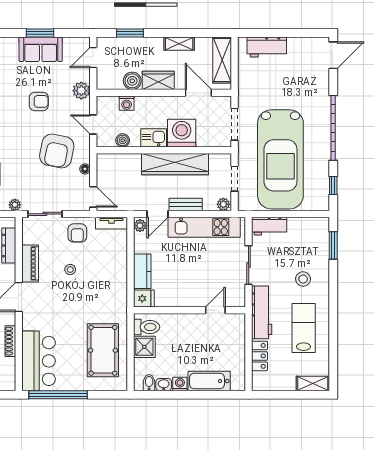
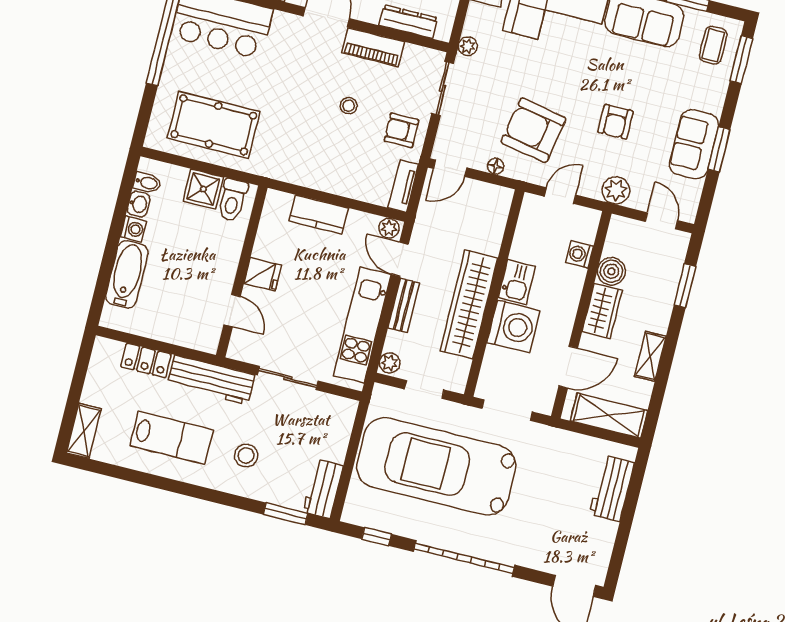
boiler: (123, 140) -> (525, 234), removed
workbench: (269, 226) -> (323, 489), moved
fridge: (144, 298) -> (263, 274), moved, turned -90

